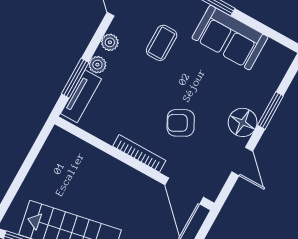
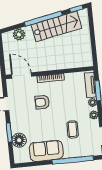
floor lamp: (243, 122) -> (19, 140), moved
armchair: (181, 123) -> (42, 102), turned -152

